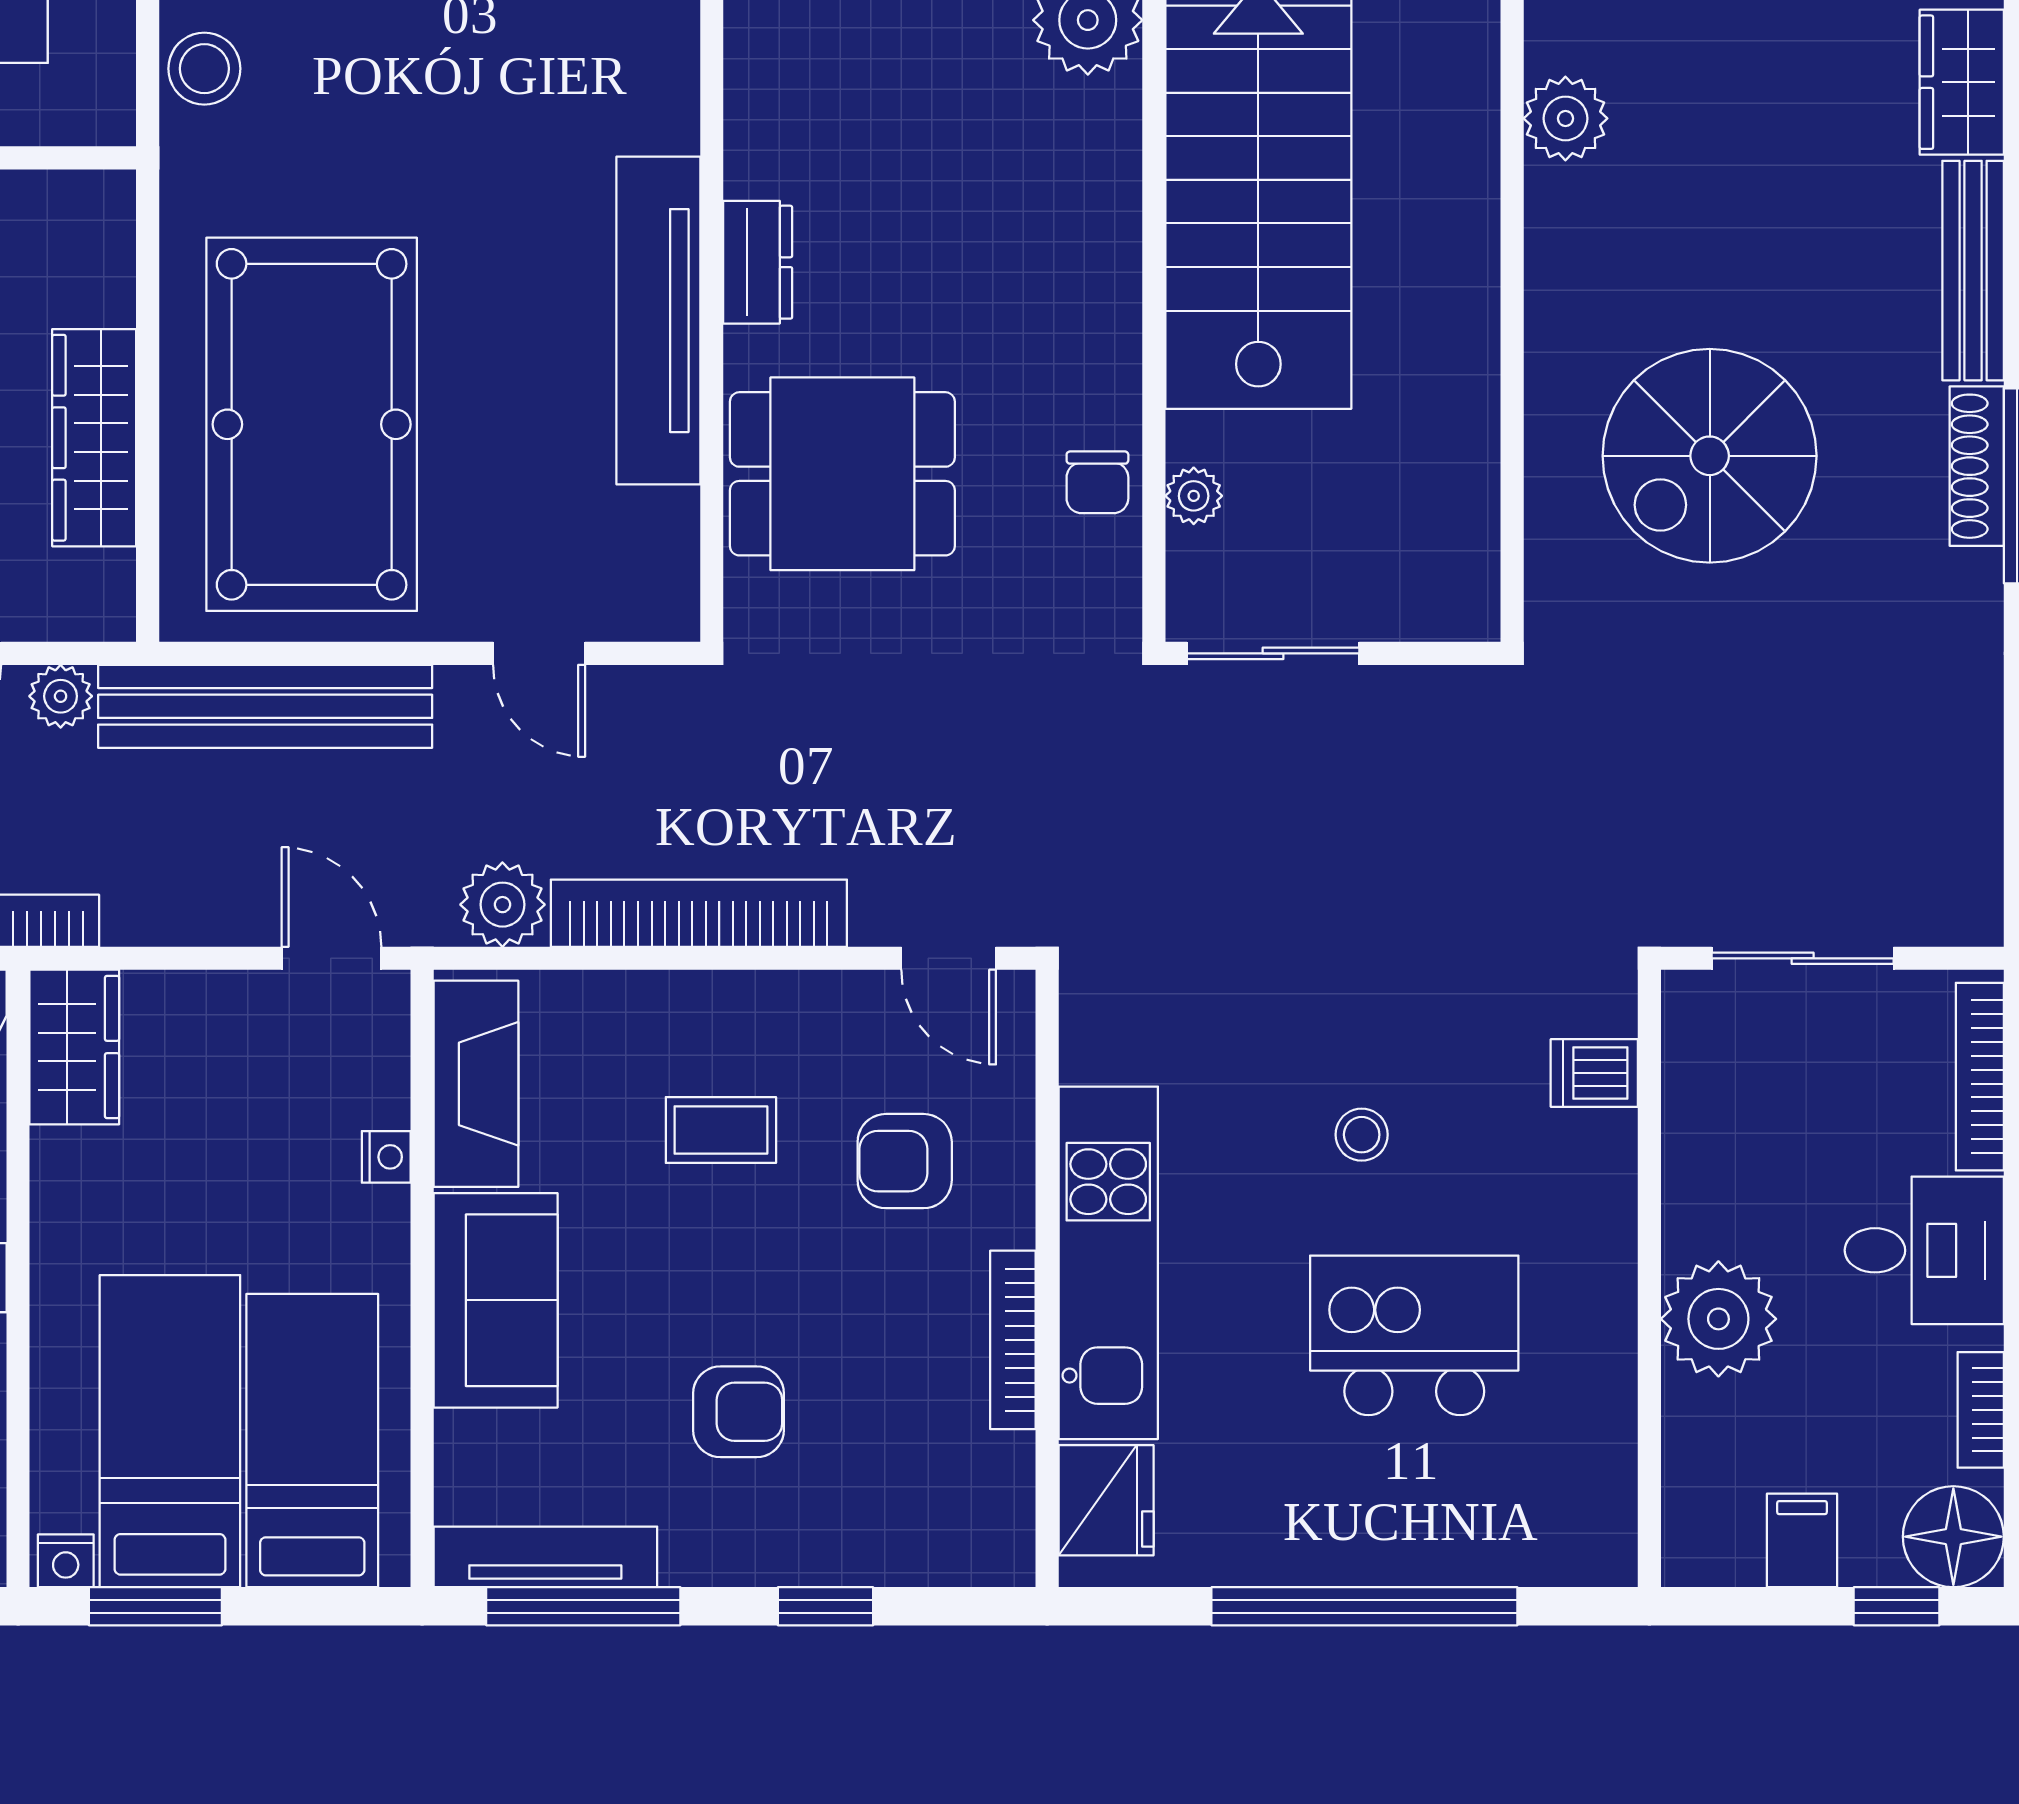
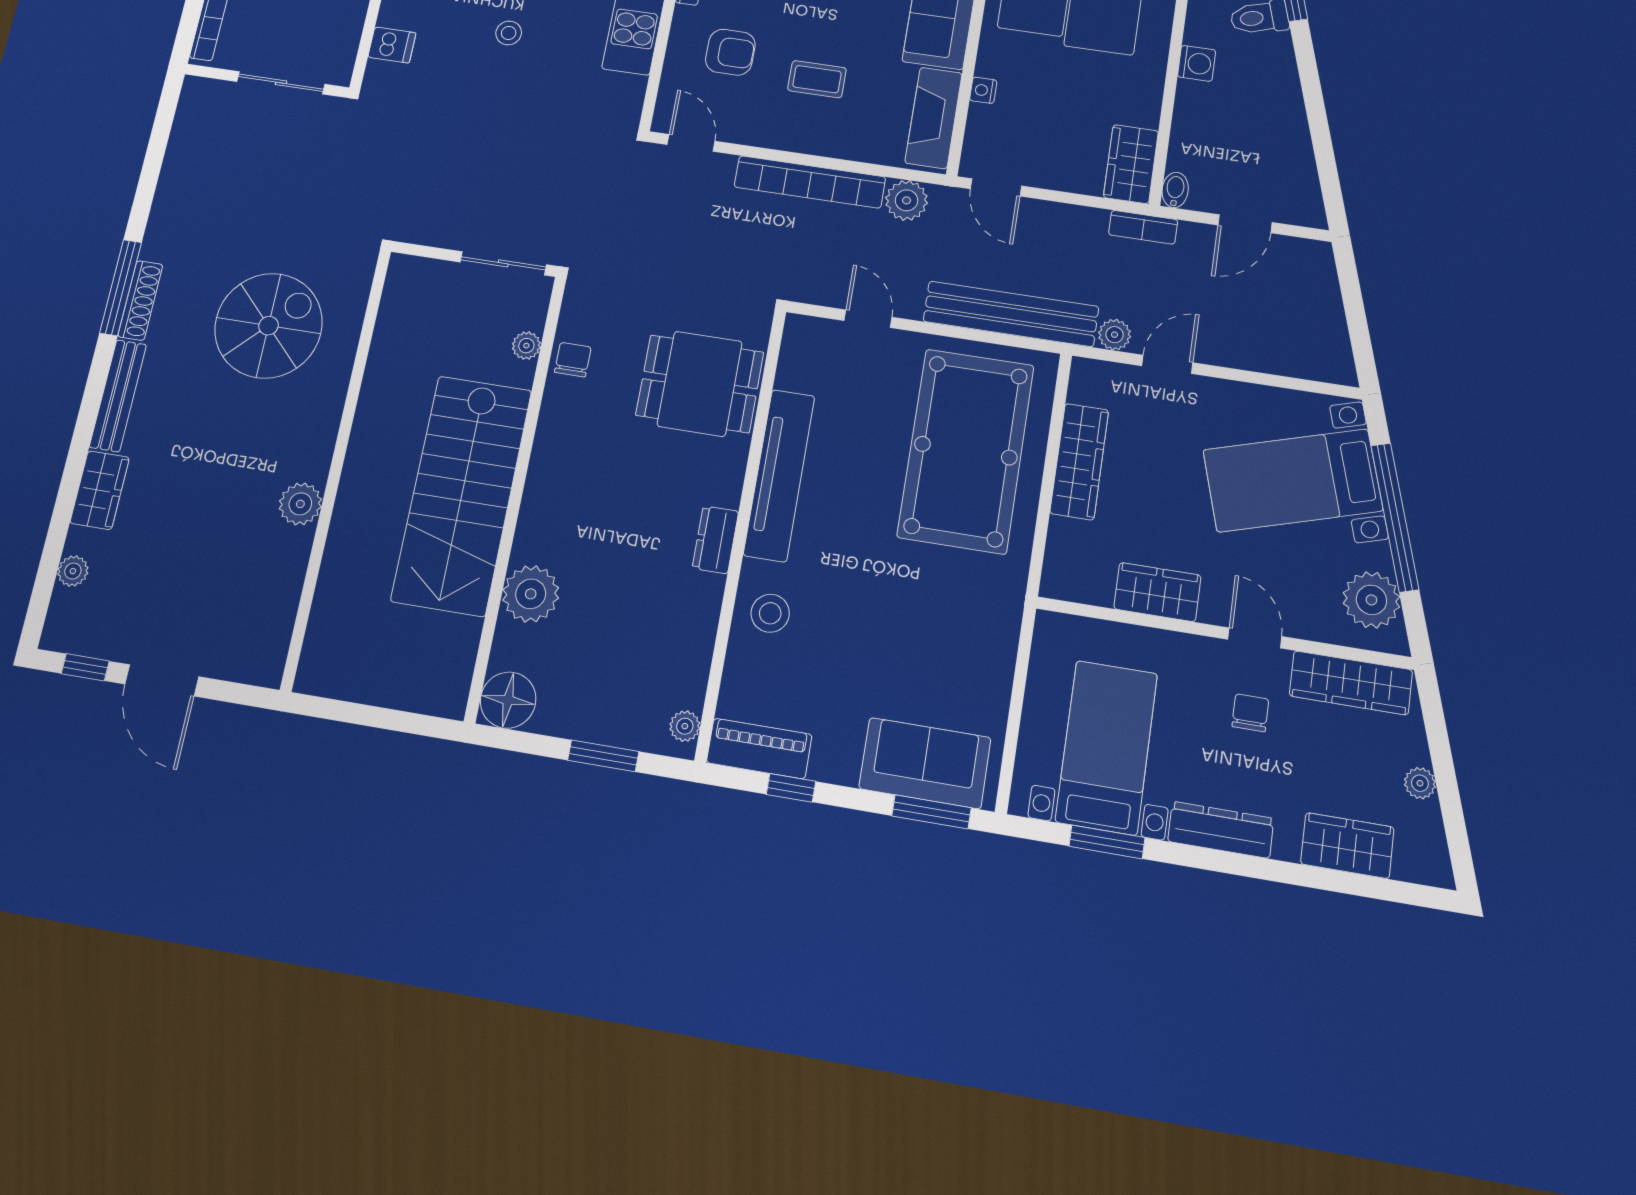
stool: (204, 69) -> (770, 613), moved
dresser: (758, 262) -> (715, 540), moved

